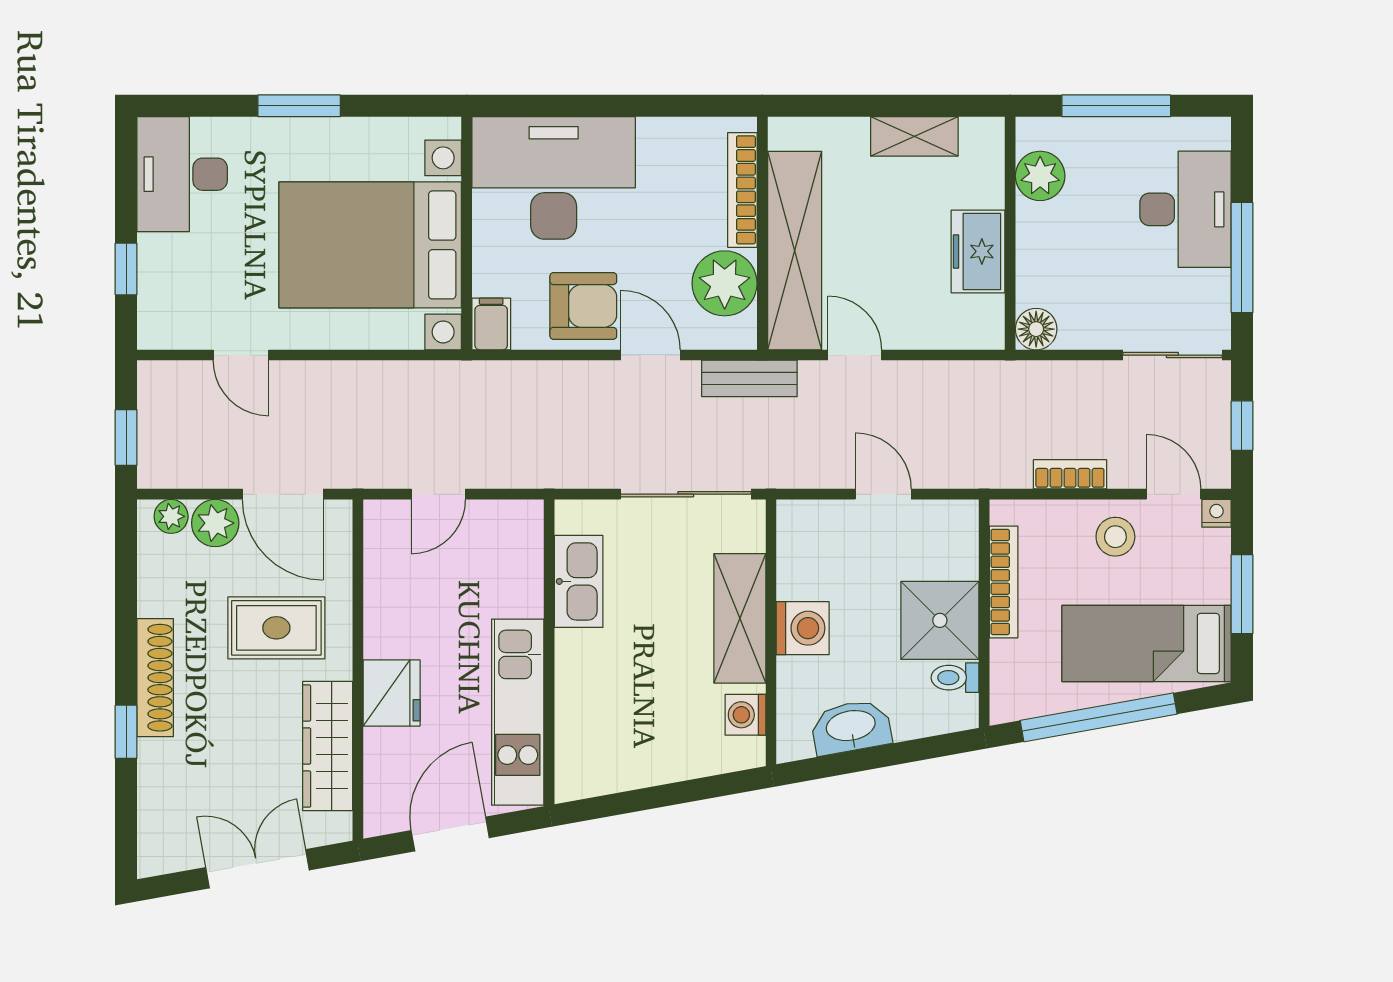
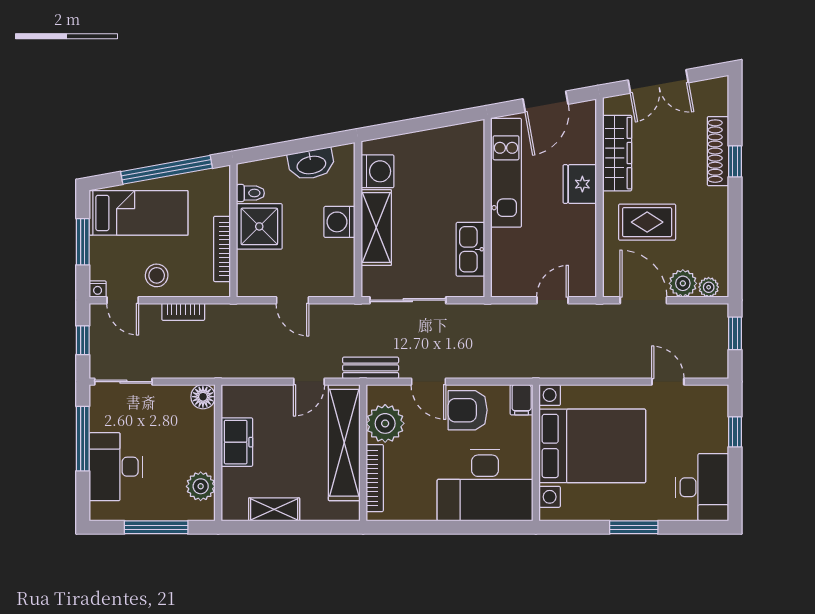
door: (855, 355) -> (309, 382), hinge flipped
shoe rack: (155, 678) -> (718, 151), moved
washing machine: (745, 715) -> (377, 171), width x1.38, depth x1.38

